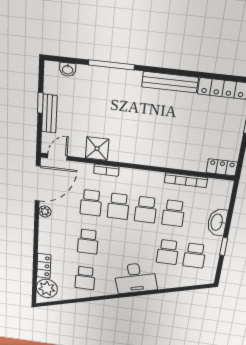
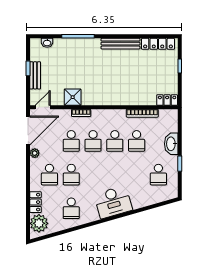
school desk: (168, 252) -> (49, 175), moved

